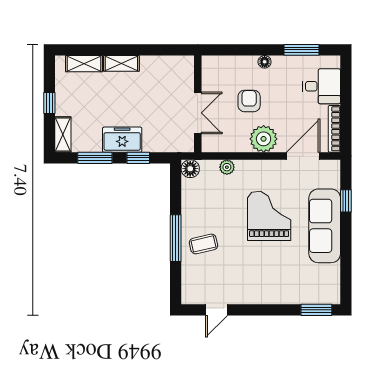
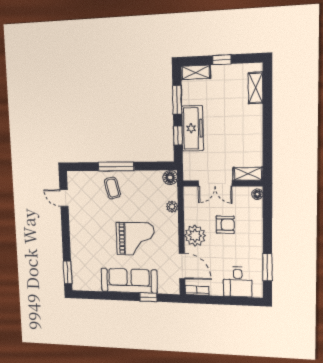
floor lamp: (265, 62) -> (257, 194), moved
shelving: (121, 63) -> (248, 174), moved, turned 90
bookcase: (334, 129) -> (197, 290), width x0.64
freezer: (122, 140) -> (192, 128), width x1.40

